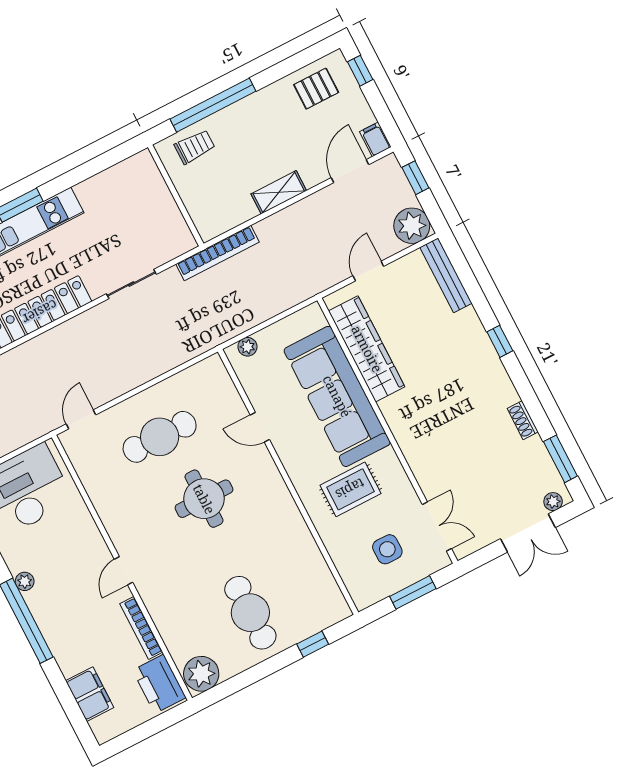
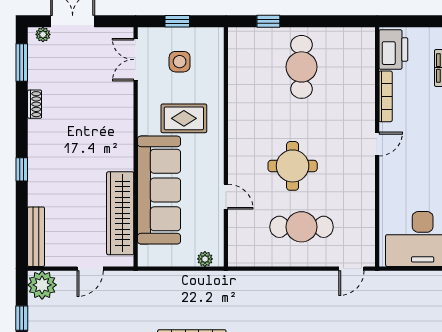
window: (413, 592) -> (177, 21), width x0.67
plant: (201, 674) -> (359, 41), removed

